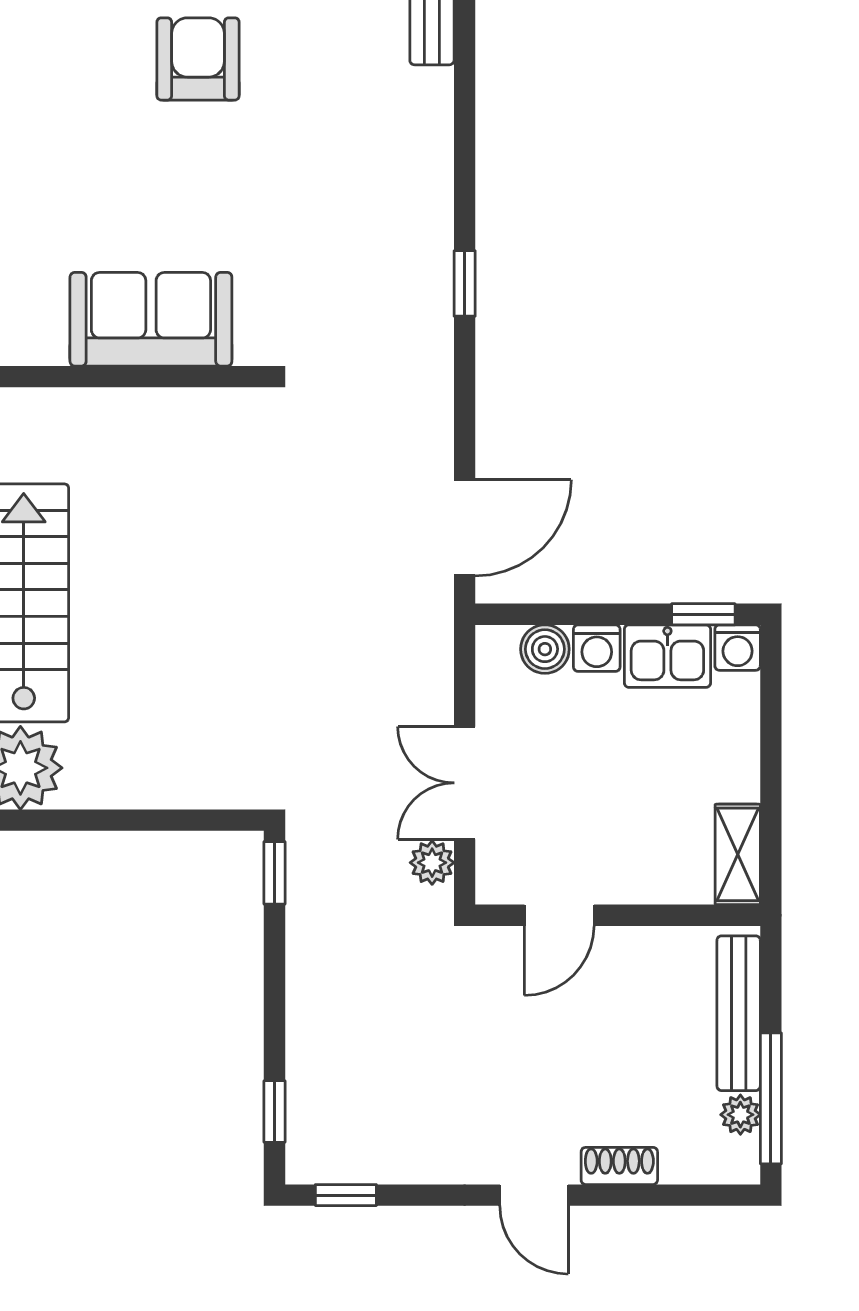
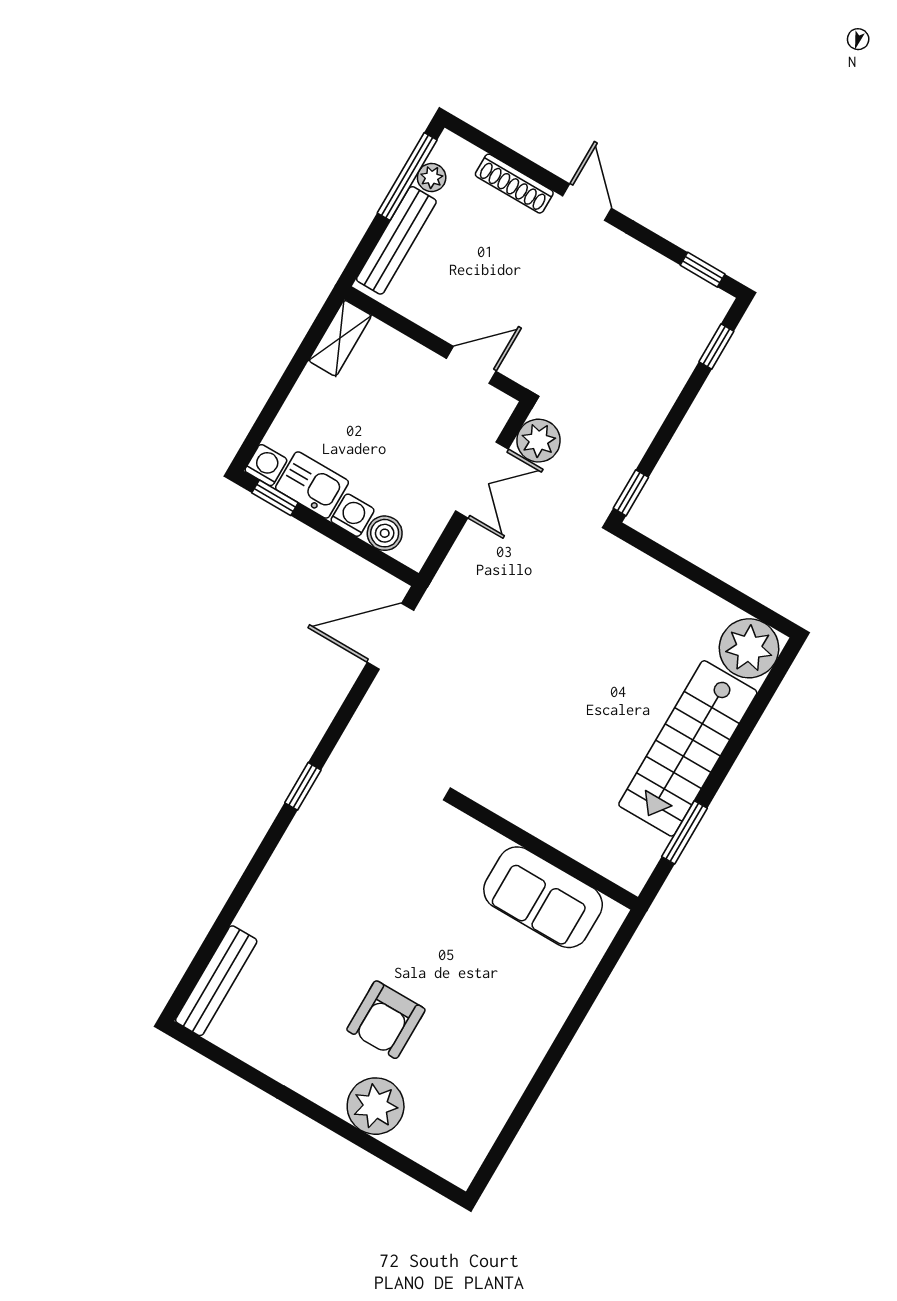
sofa: (151, 319) -> (543, 897), moved
plant: (432, 863) -> (538, 441), width x1.38, depth x1.38
shoe rack: (619, 1166) -> (514, 184), width x1.43

